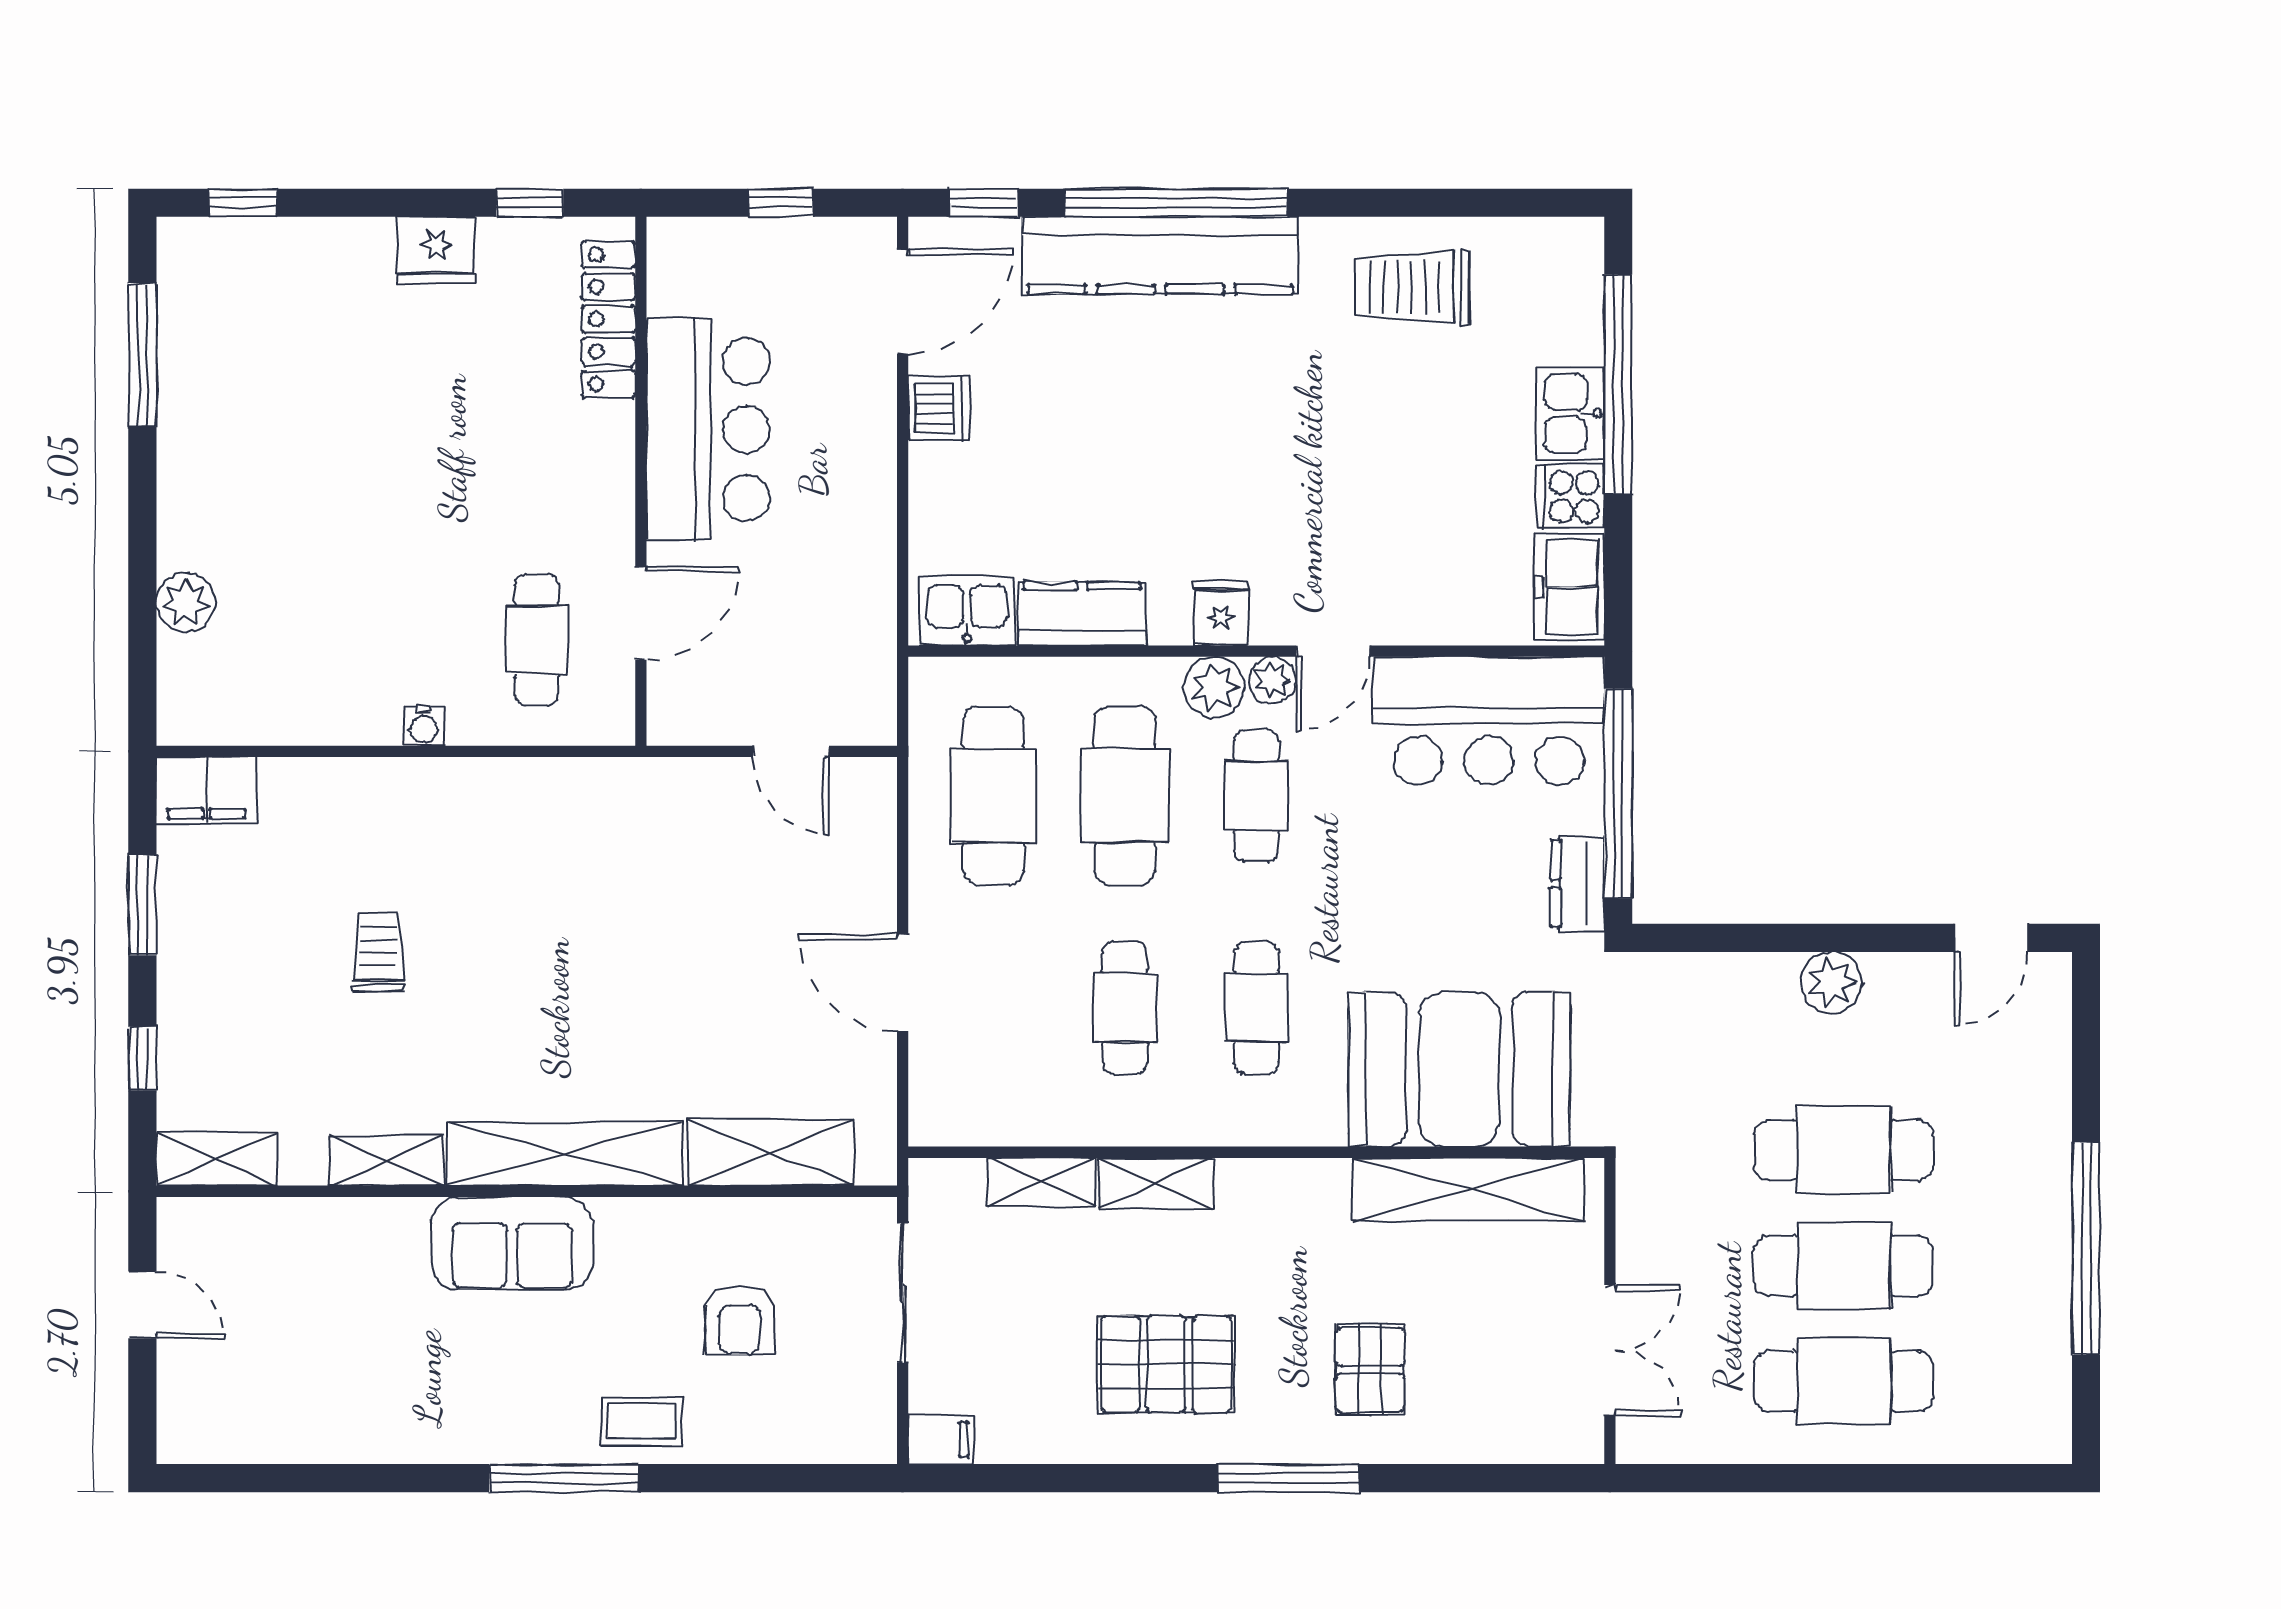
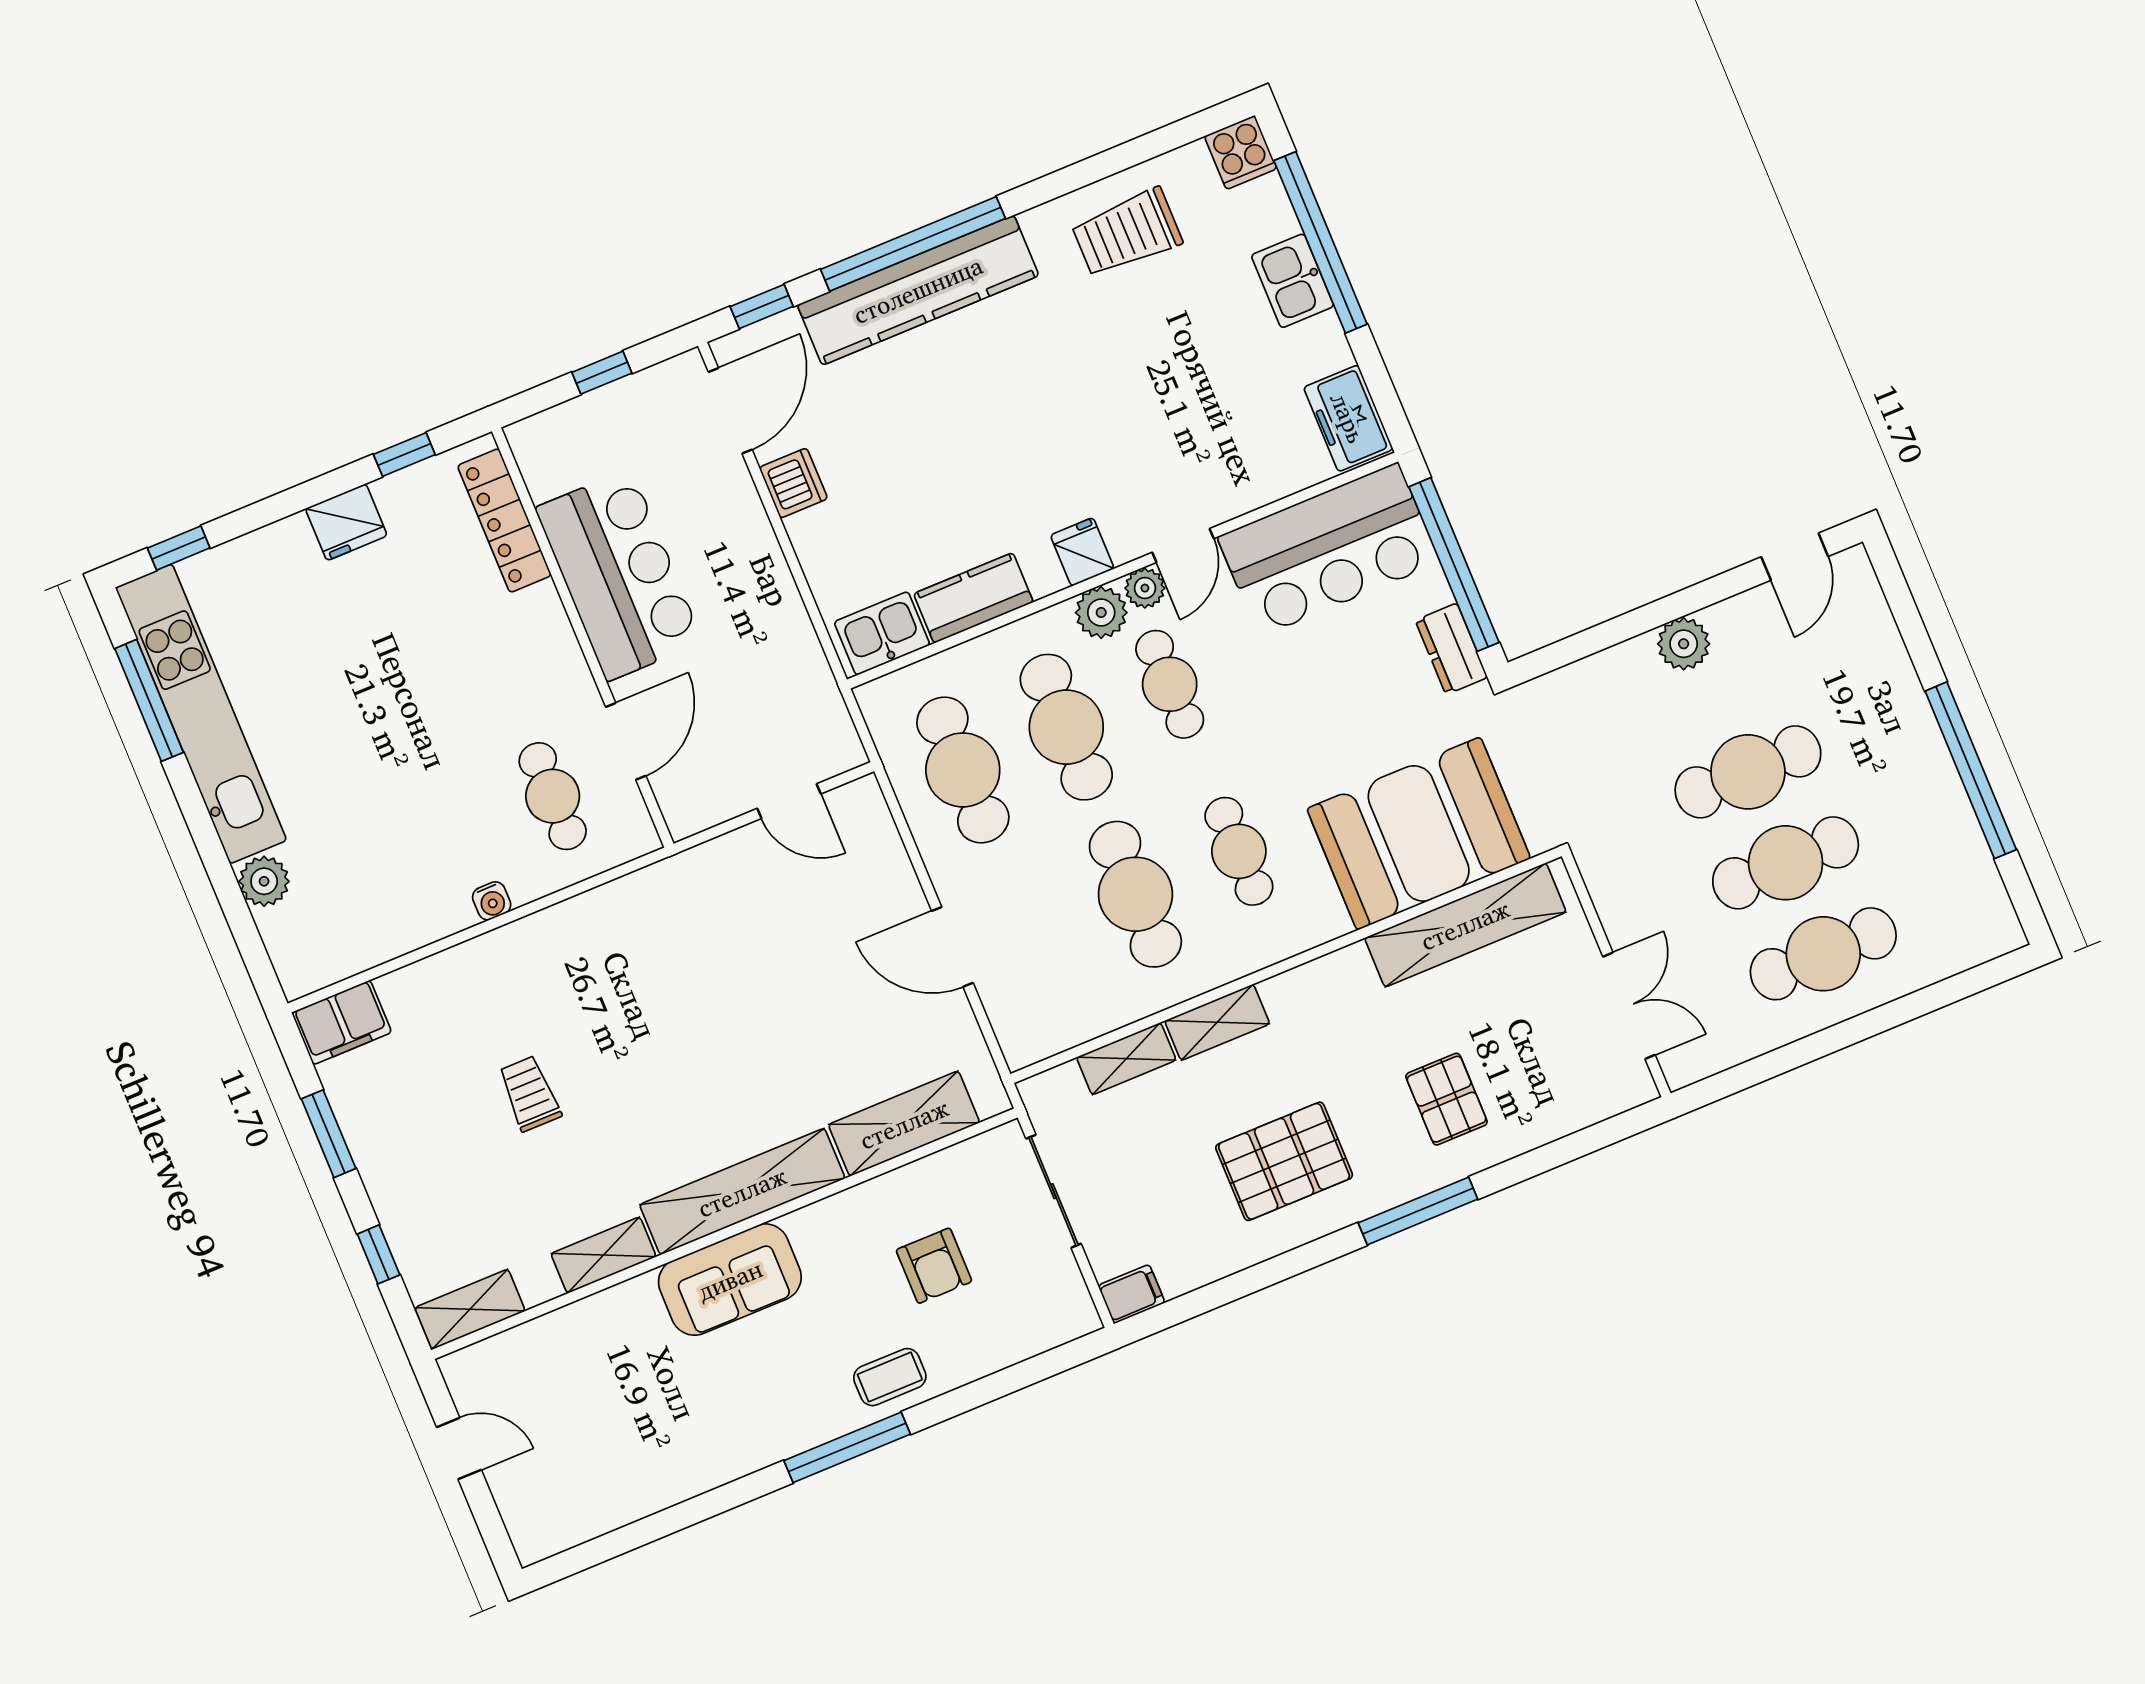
kitchen unit: (193, 393) -> (201, 714), added
cooker: (1570, 497) -> (1241, 152), moved, turned -90
cafe table: (1125, 1008) -> (1135, 894), width x1.37, depth x1.35

